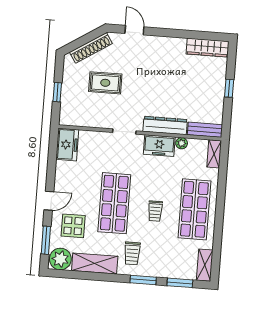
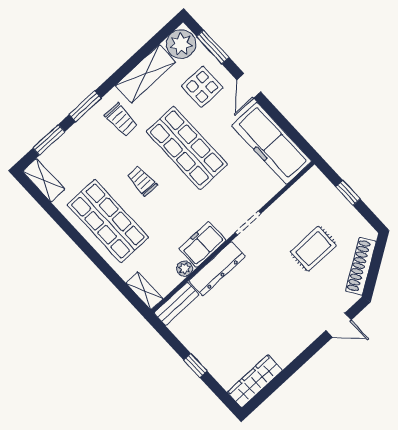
freezer: (67, 145) -> (272, 143), width x1.91, depth x1.26
trolley: (132, 253) -> (121, 120), turned 180

